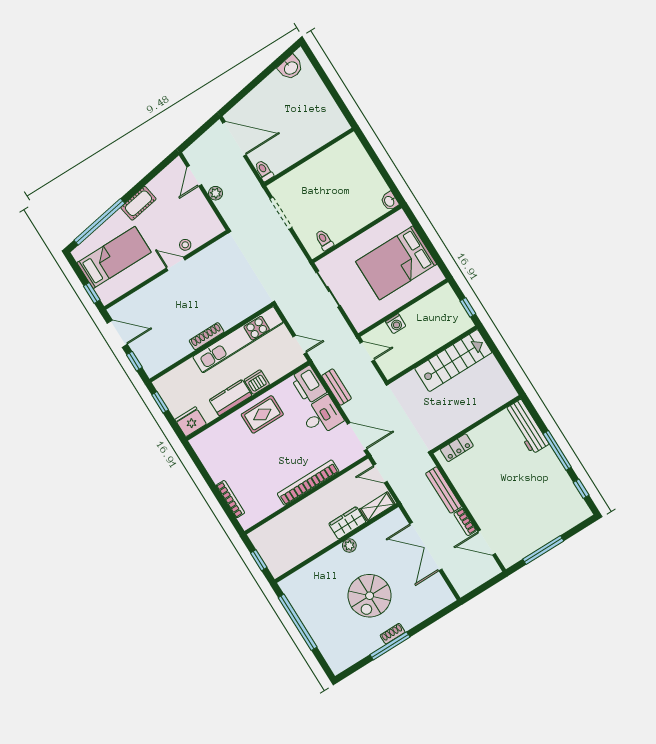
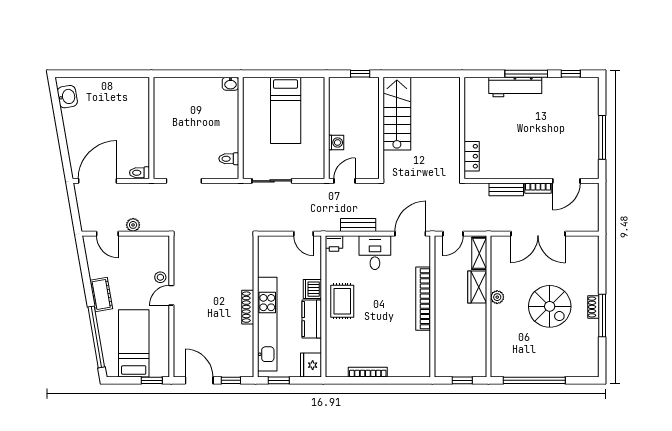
bed: (396, 263) -> (286, 110), width x0.67
door: (117, 334) -> (199, 380), hinge flipped
kitchen unit: (238, 340) -> (267, 324), moved
door: (300, 345) -> (304, 234), swing flipped
printer: (308, 385) -> (334, 244), width x0.53, depth x0.68
workbench: (527, 427) -> (515, 87), moved
bench: (444, 490) -> (506, 189), width x0.73
bookcase: (230, 499) -> (368, 372), moved

